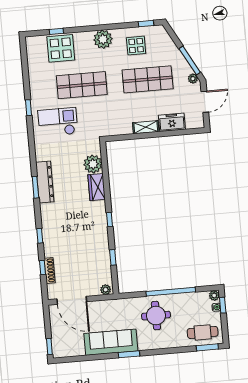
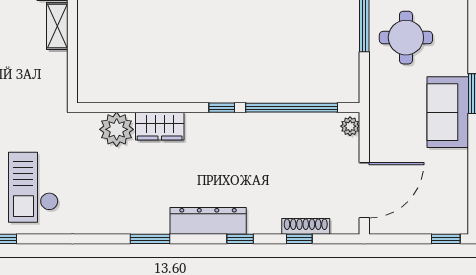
dresser: (45, 182) -> (208, 221), moved
window: (113, 257) -> (292, 108), width x3.17
sofa: (111, 342) -> (448, 112), width x0.73

